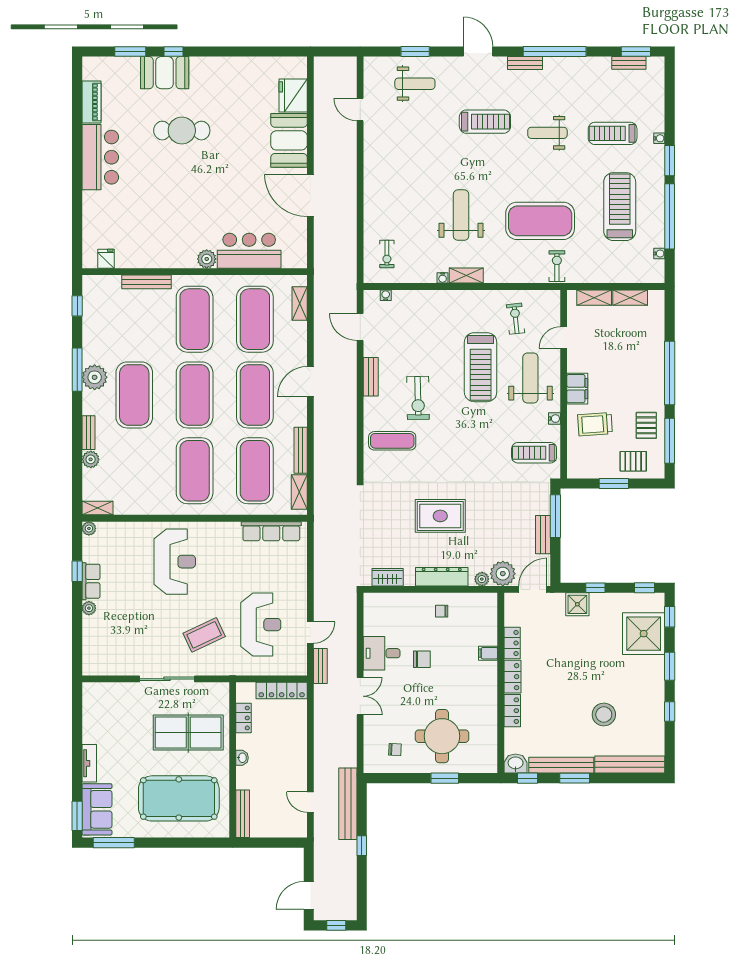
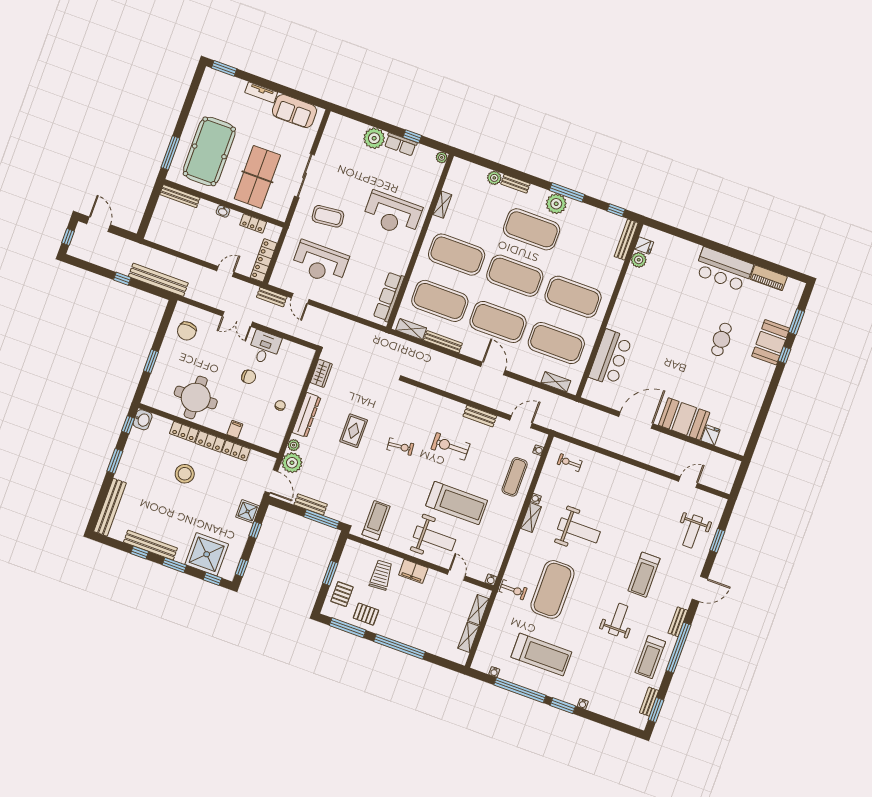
fridge: (293, 96) -> (710, 435), width x0.53, depth x0.75
cafe table: (182, 131) -> (721, 339), width x0.73, depth x0.74
treadmill: (613, 133) -> (650, 657), moved, turned 180
plant: (207, 259) -> (639, 260), moved
bench: (146, 282) -> (626, 240), moved
exercise bike: (516, 319) -> (400, 447), moved
treadmill: (481, 367) -> (457, 503), turned 180
water cooler: (555, 419) -> (491, 580), moved
exercise mat: (392, 441) -> (515, 477), moved
shelving: (97, 508) -> (442, 205), moved
rug: (440, 516) -> (354, 431), width x0.73, depth x0.70
plant: (89, 608) -> (374, 138), width x1.88, depth x1.88
coffee table: (204, 635) -> (328, 216), turned -71
chair: (422, 659) -> (249, 377), turned -90
stool: (604, 714) -> (185, 474), moved
round table: (442, 736) -> (196, 398), moved
chair: (395, 750) -> (187, 331), width x1.87, depth x1.87
bench: (561, 765) -> (150, 545), moved, turned 90
door: (310, 802) -> (225, 272), moved
sofa: (97, 809) -> (294, 111), moved
window: (114, 843) -> (170, 153), moved

